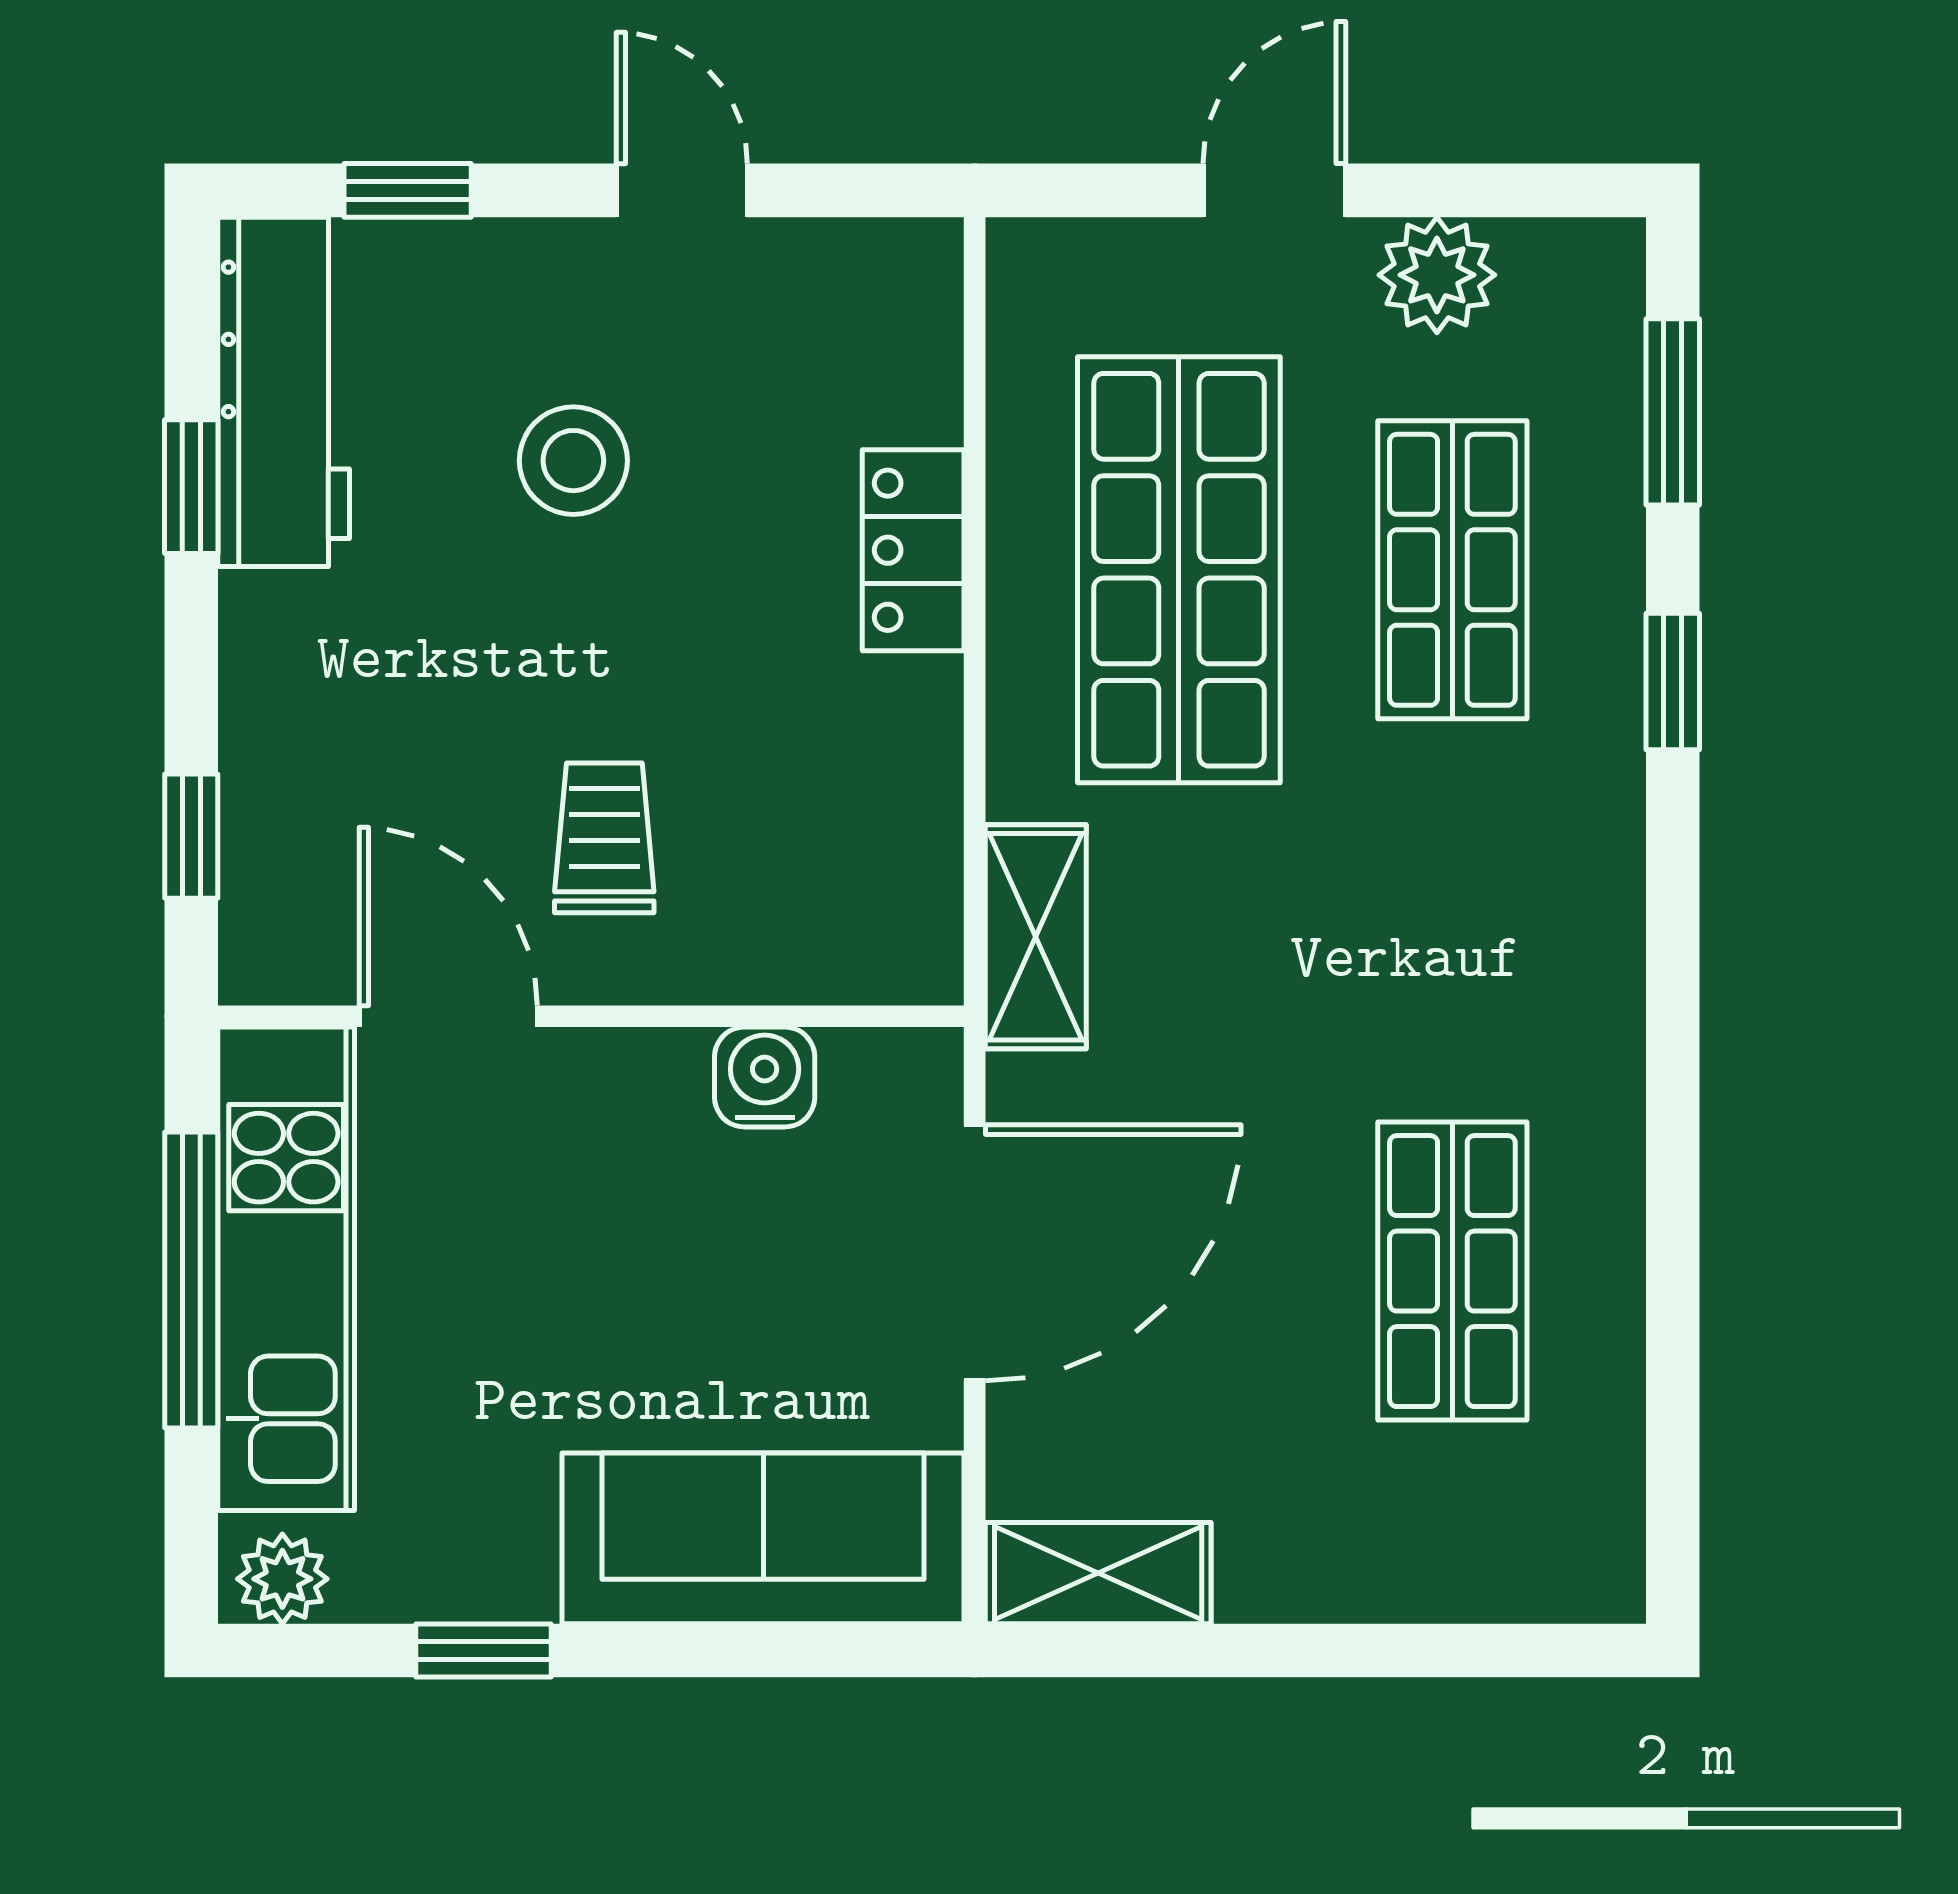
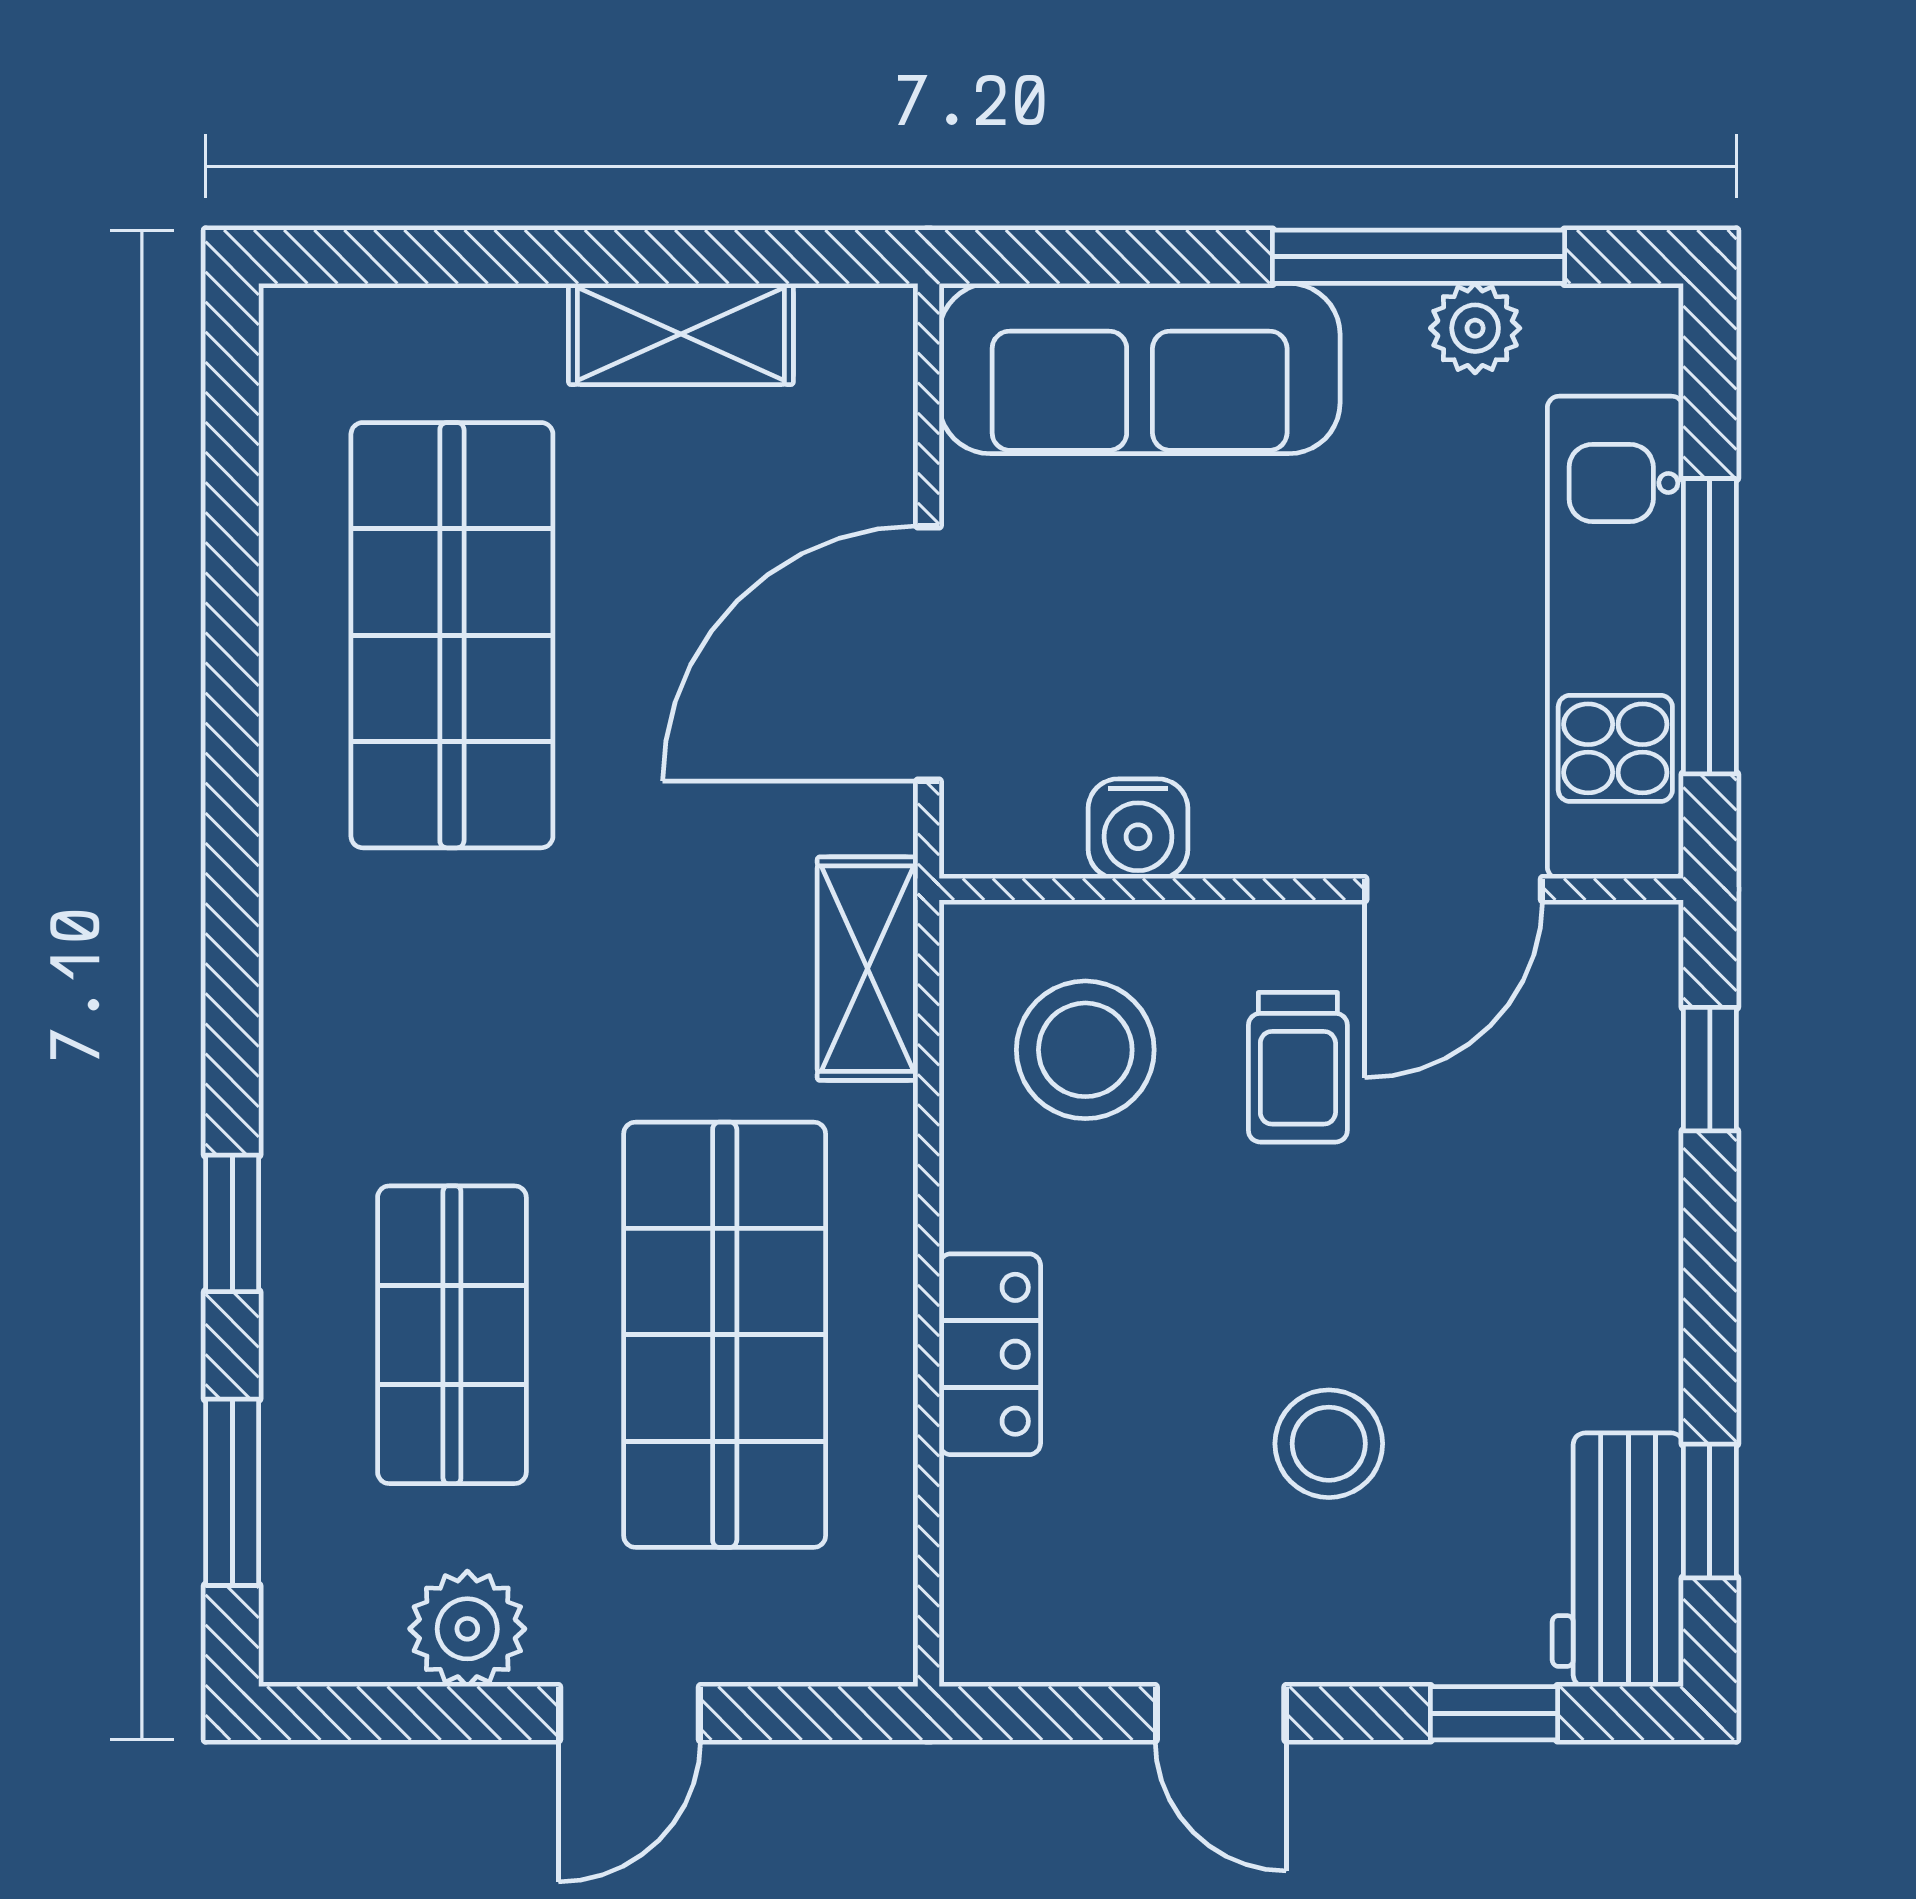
workbench: (284, 392) -> (1618, 1560), width x0.73
window: (191, 487) -> (1710, 1511), moved
stool: (817, 855) -> (1085, 1050), added
door: (448, 1016) -> (1454, 889), hinge flipped
shop shelf: (1452, 1271) -> (452, 635), width x1.43, depth x1.36
shelving: (1098, 1573) -> (681, 334), moved
plant: (282, 1579) -> (1475, 328), moved
window: (483, 1650) -> (1418, 257), width x2.17

